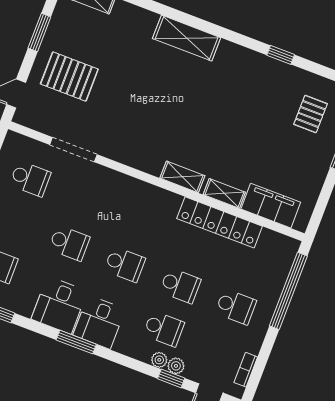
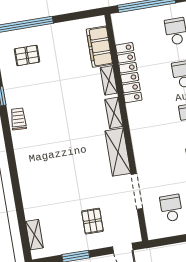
shelving: (187, 38) -> (118, 152), moved
trolley: (242, 60) -> (18, 119), added
pallet: (69, 77) -> (92, 221), width x0.67, depth x0.71

